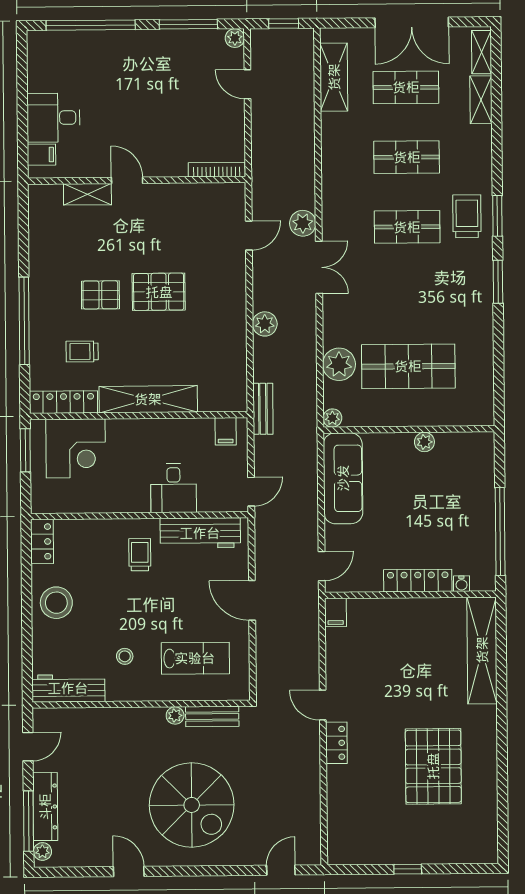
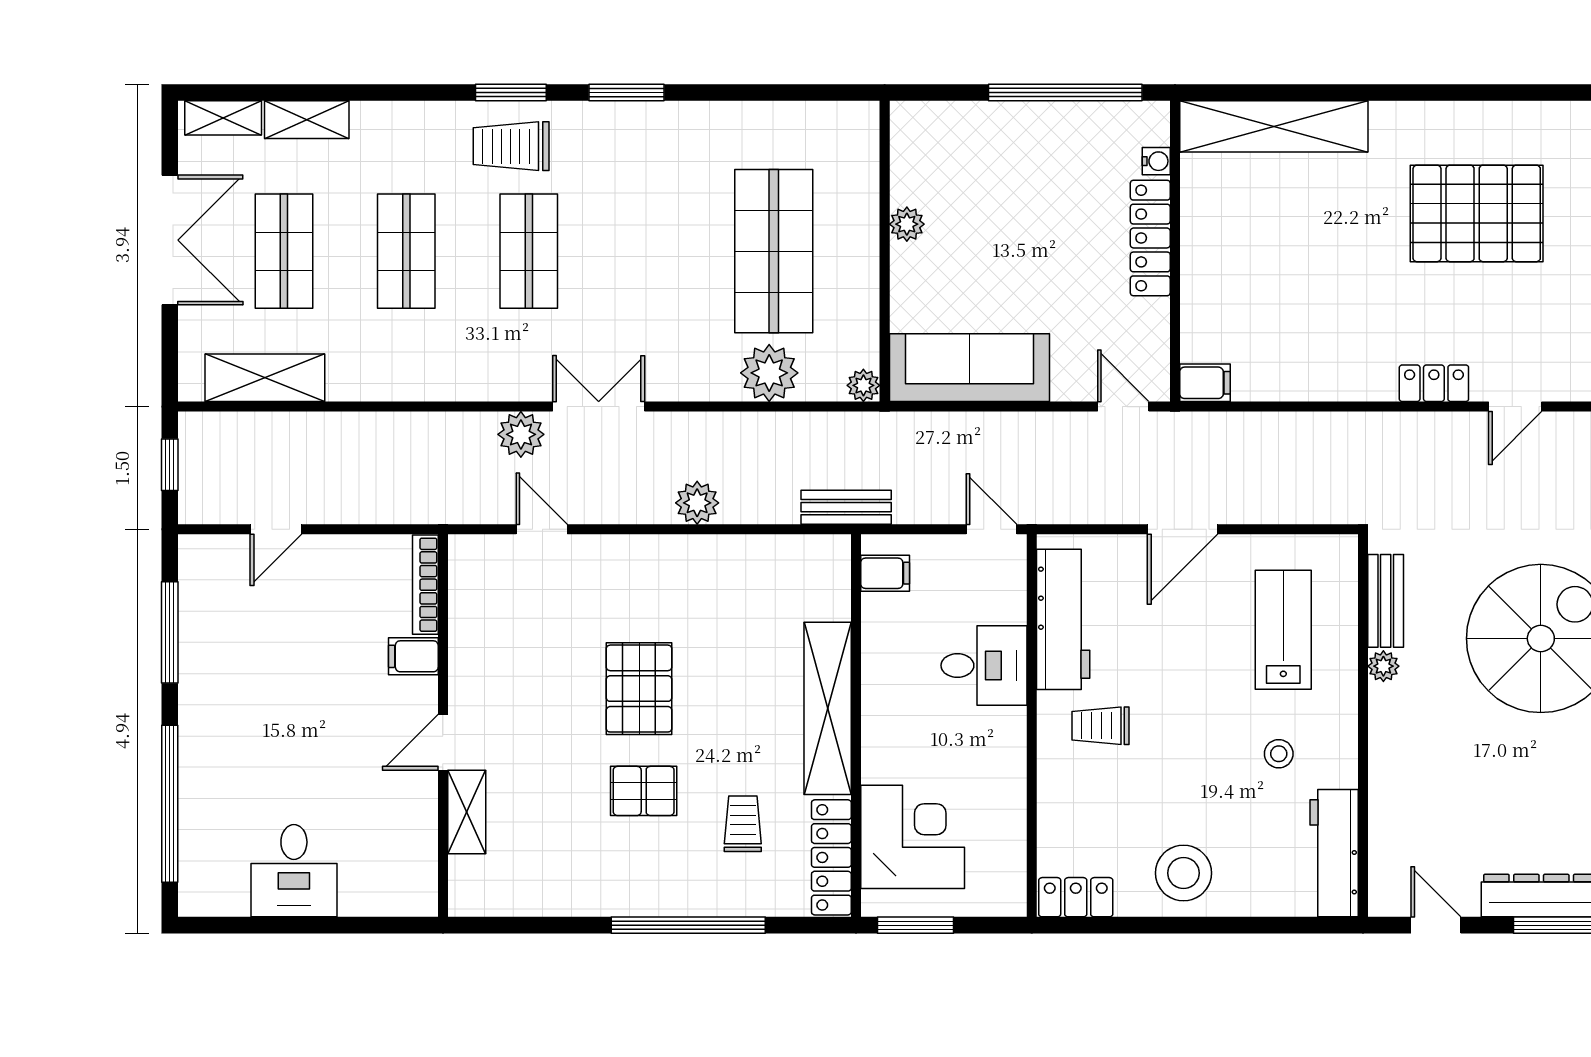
plant: (235, 38) -> (195, 551), removed
desk: (53, 118) -> (294, 871), moved
filing cabinet: (42, 155) -> (413, 656), moved, turned -90
pallet: (100, 295) -> (644, 791), turned 90
trolley: (82, 352) -> (743, 824), turned 180
door: (323, 705) -> (1515, 407), moved

